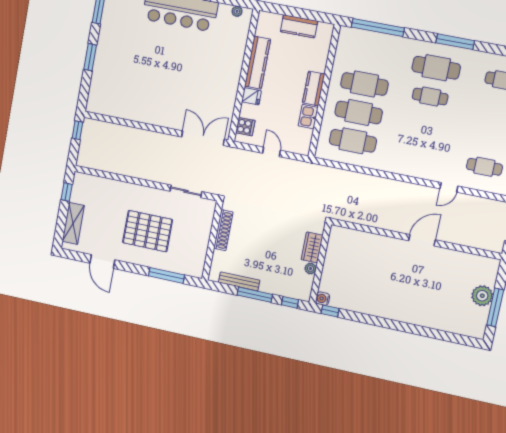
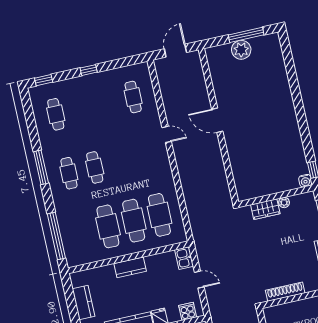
cafe table: (436, 68) -> (69, 173), width x0.73, depth x0.74
kitchen sink: (308, 117) -> (184, 258), moved, turned 90
door: (271, 152) -> (199, 280), swing flipped
door: (449, 187) -> (167, 134), moved

